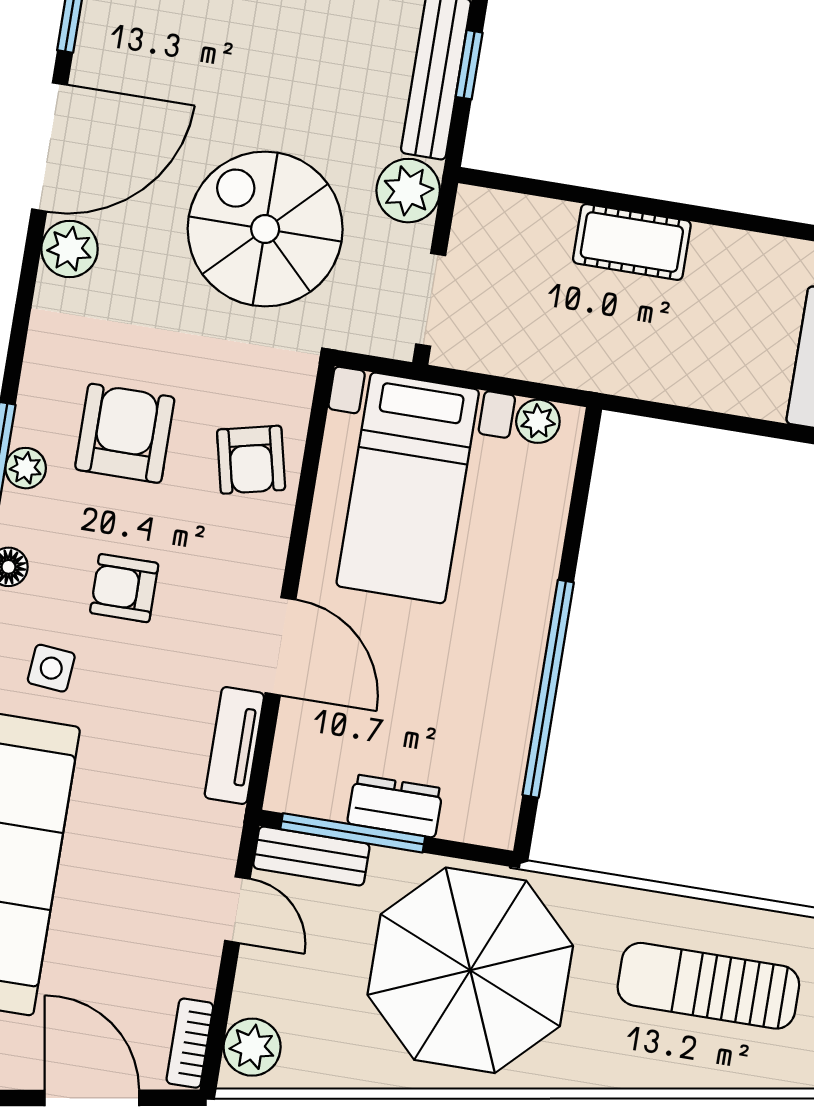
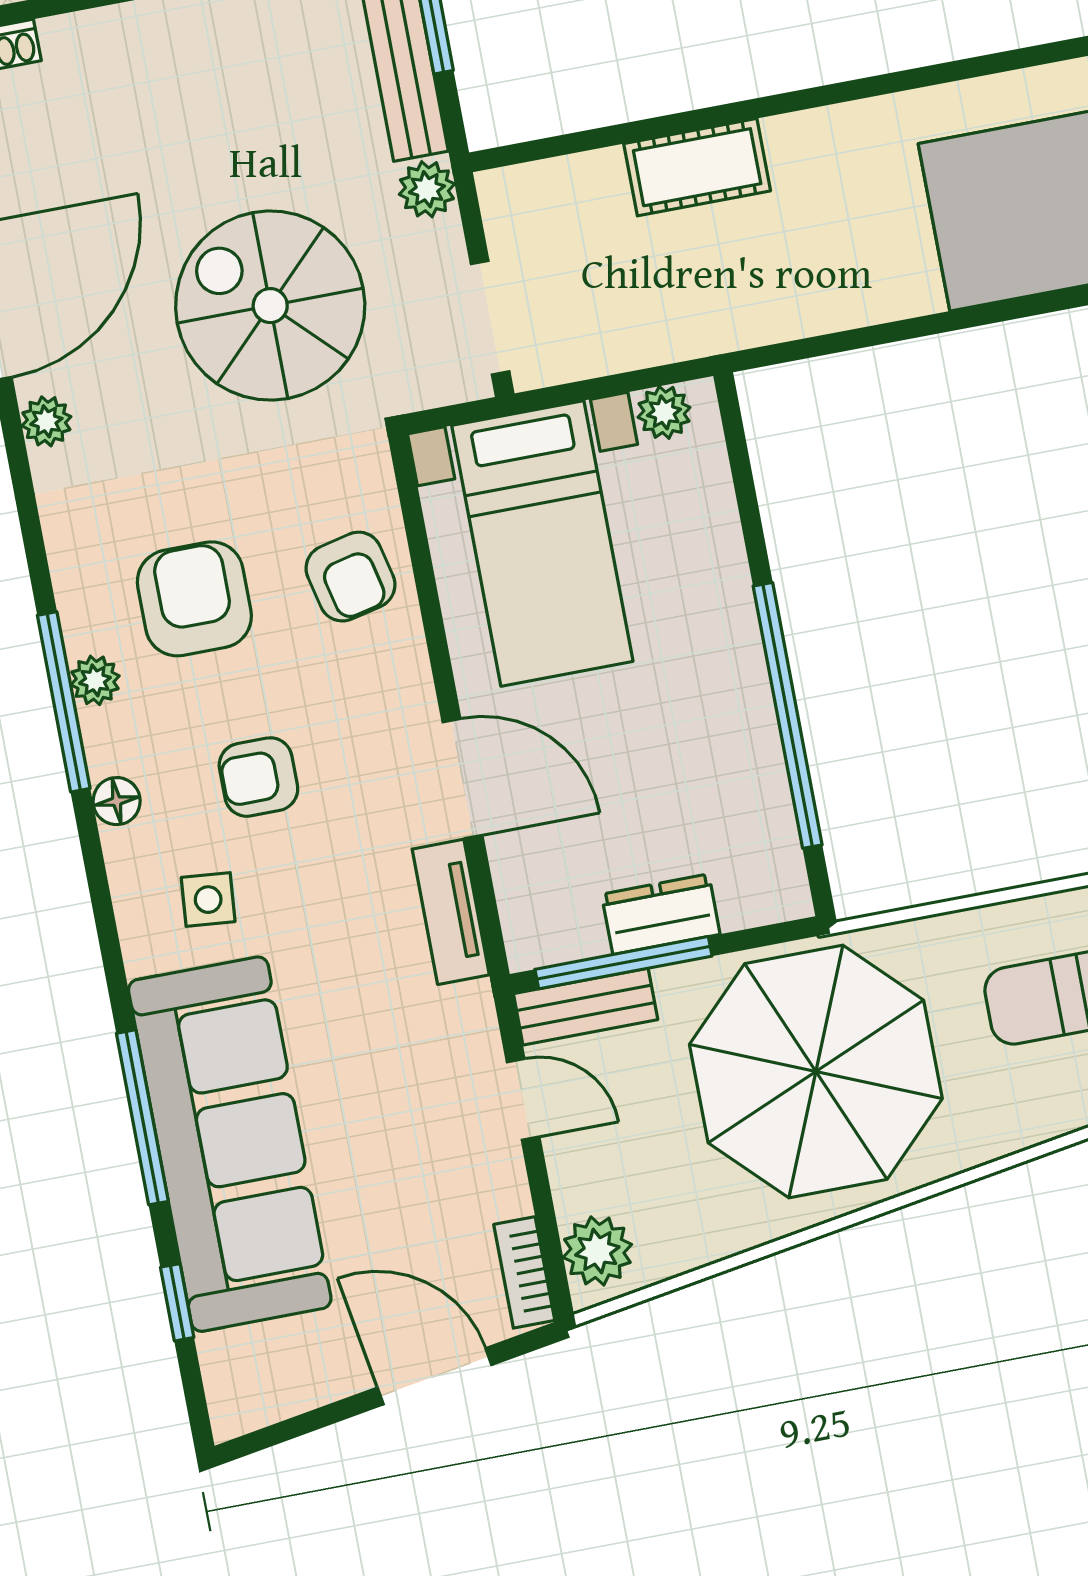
plant: (408, 191) -> (427, 189), width x0.73, depth x0.73
plant: (70, 249) -> (46, 421), width x0.73, depth x0.73

